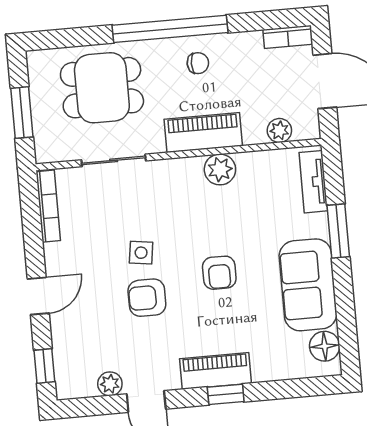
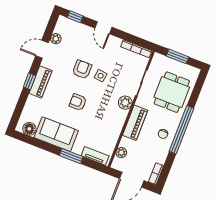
plant: (220, 169) -> (125, 103), moved

